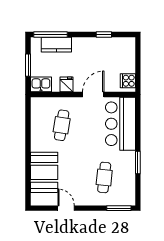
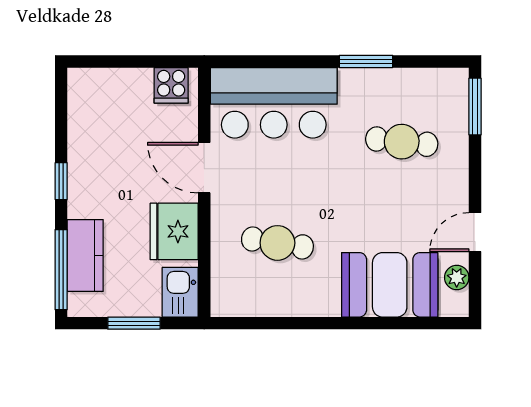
window: (104, 35) -> (61, 181), moved
fridge: (66, 84) -> (174, 231), width x1.88, depth x1.34
plant: (47, 201) -> (457, 278), added

